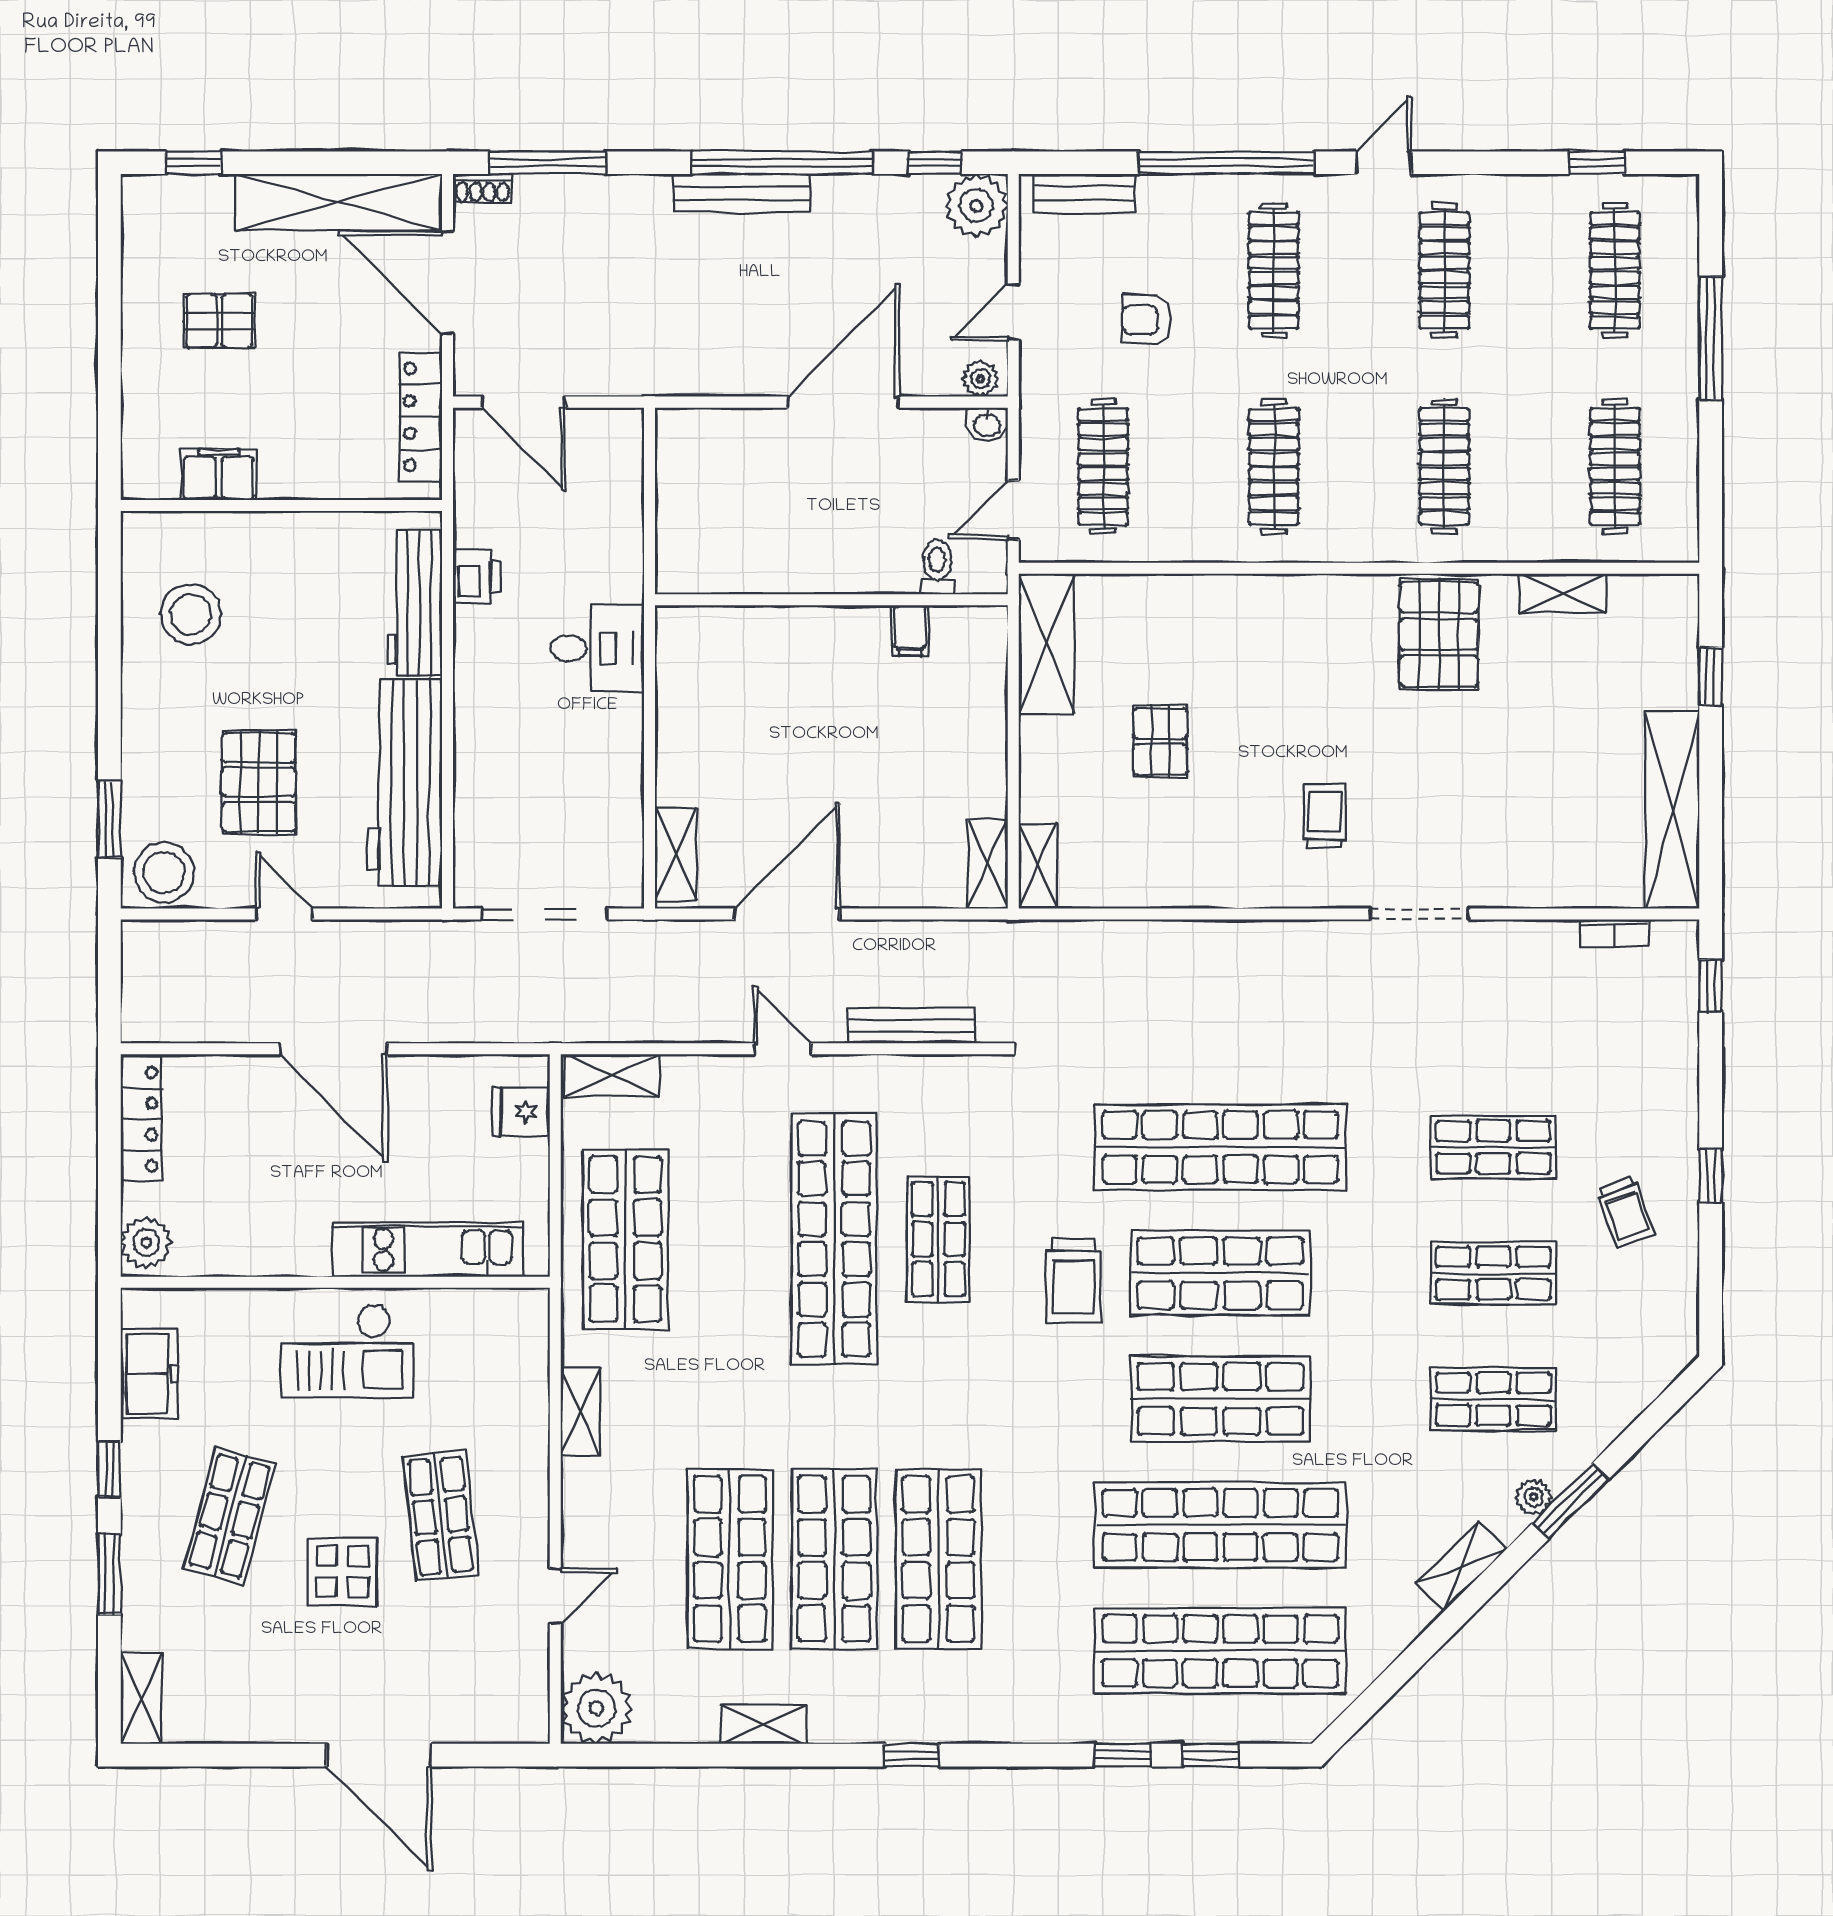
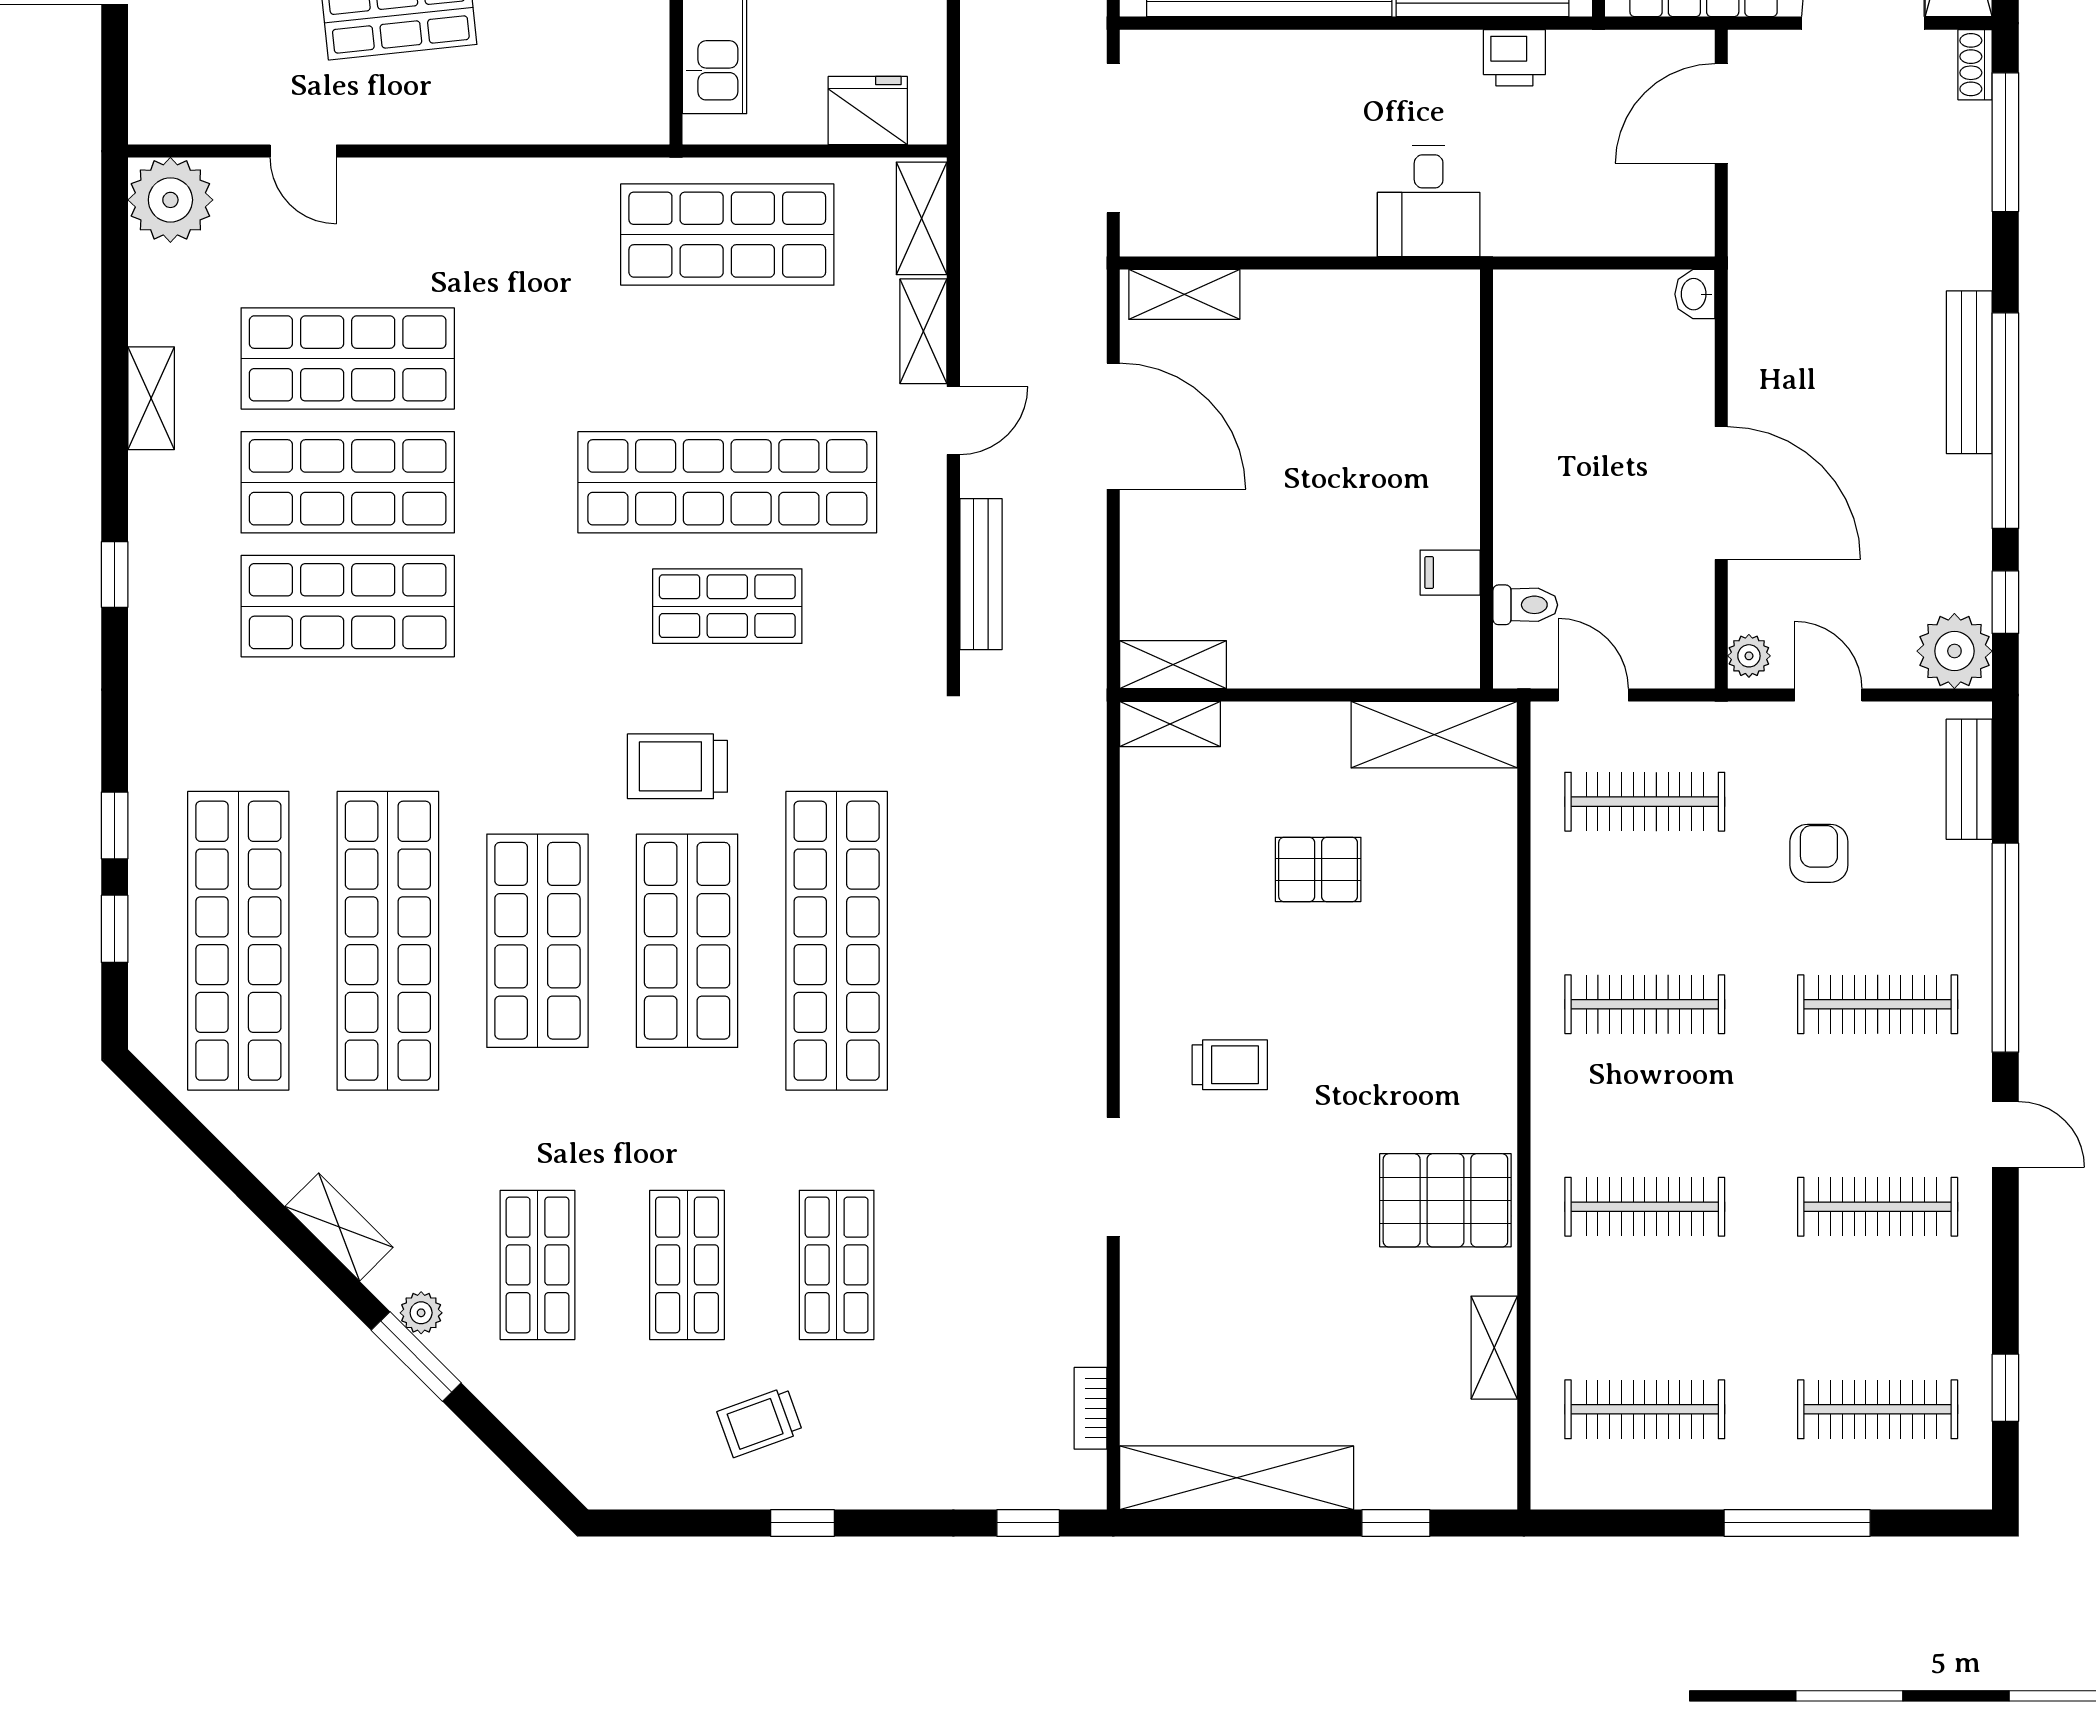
washbasin: (987, 424) -> (1695, 294), moved
fridge: (521, 1112) -> (868, 111), width x1.38
shelving: (580, 1411) -> (923, 331), moved, turned 90

